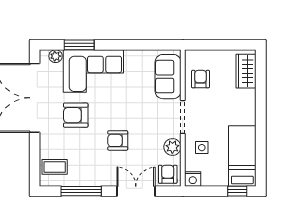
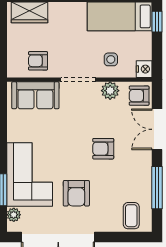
armchair: (118, 140) -> (103, 149), turned 90

